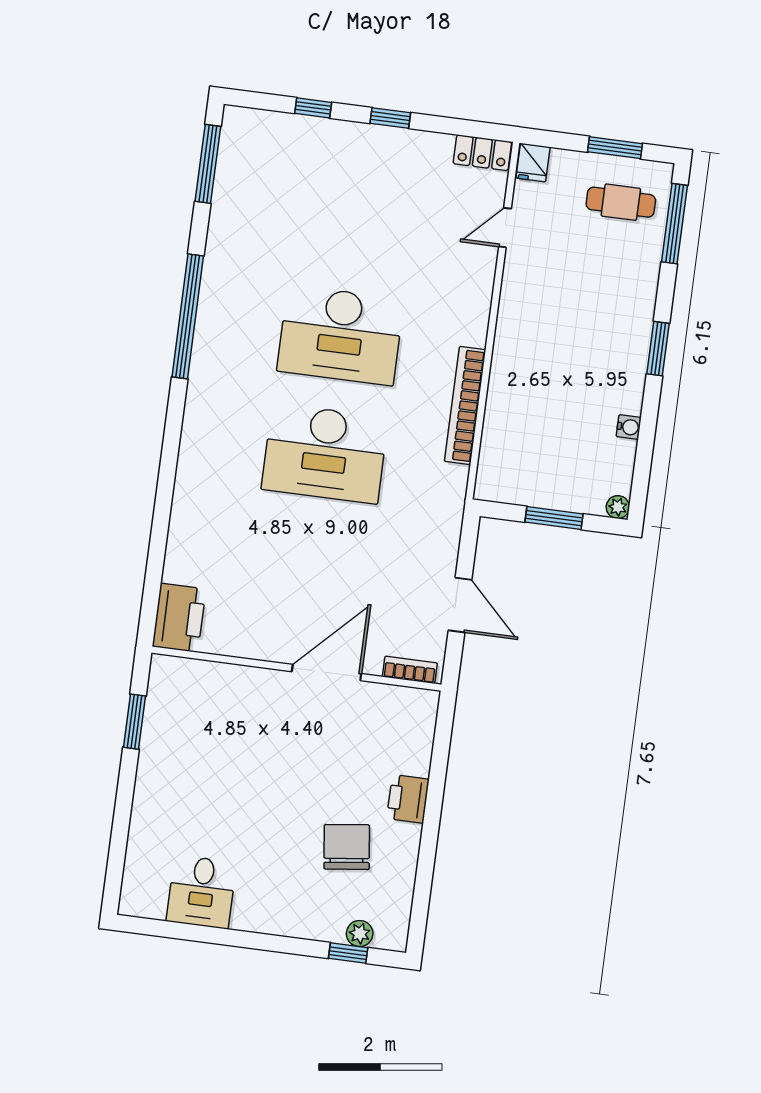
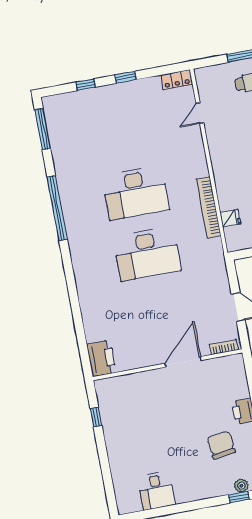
fridge: (533, 163) -> (230, 218), moved, turned -90
window: (134, 722) -> (96, 417), width x0.67

